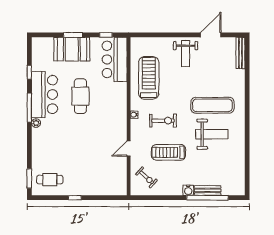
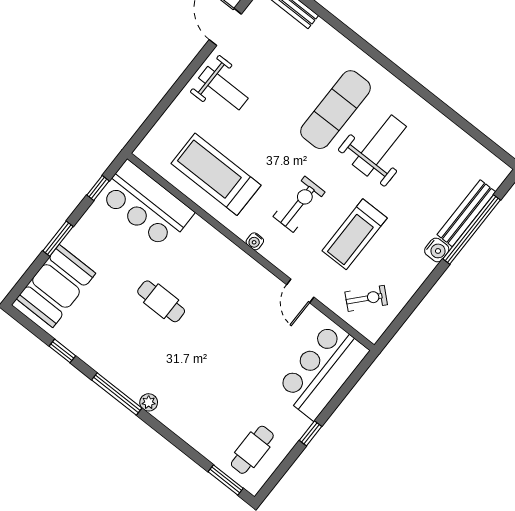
booth: (72, 49) -> (56, 286), moved
bar counter: (44, 94) -> (322, 371), moved, turned -90
cafe table: (80, 96) -> (161, 301), width x0.73, depth x0.74
bench: (208, 190) -> (466, 213), width x1.36

